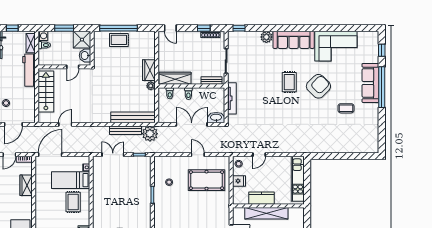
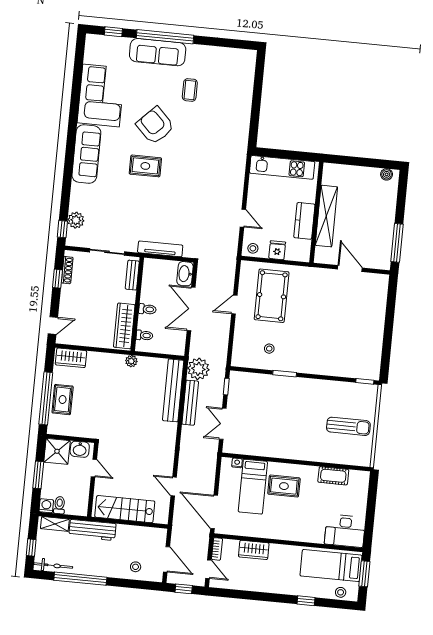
plant: (266, 37) -> (76, 220), moved
wardrobe: (149, 70) -> (71, 358), moved

